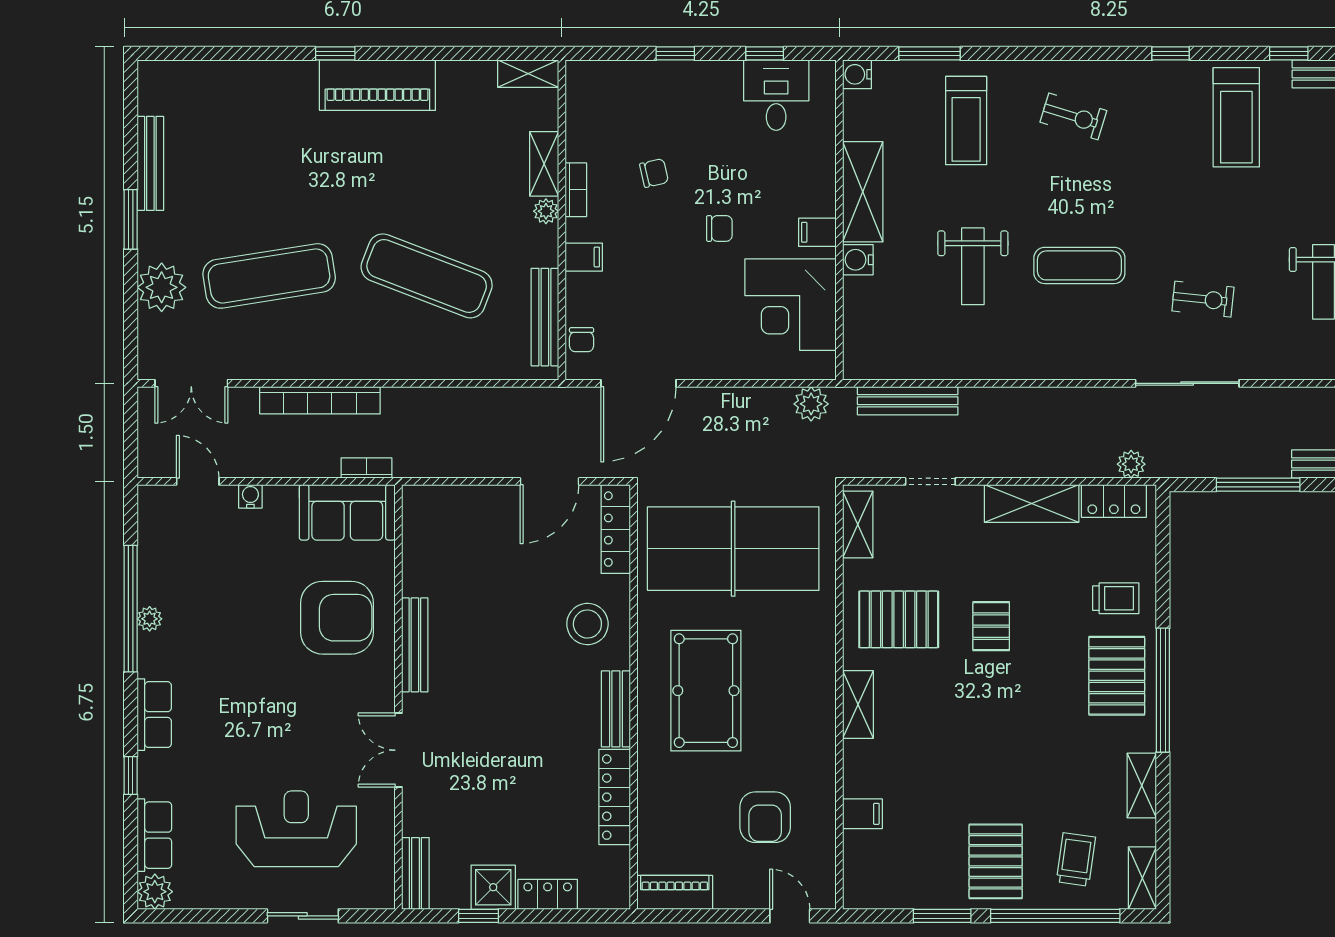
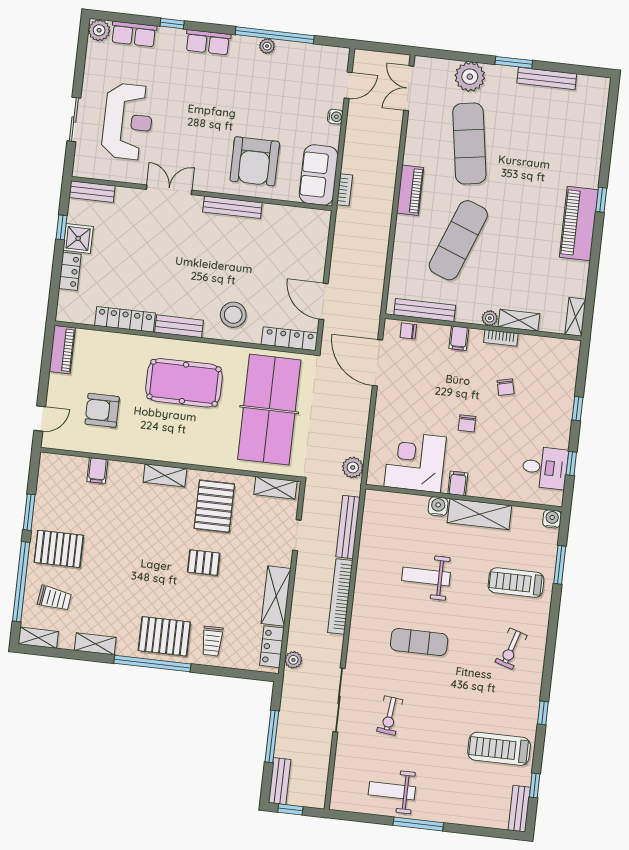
exercise mat: (1079, 265) -> (419, 642), turned 90
piano: (355, 363) -> (410, 190), added
bookcase: (320, 400) -> (340, 597), moved

